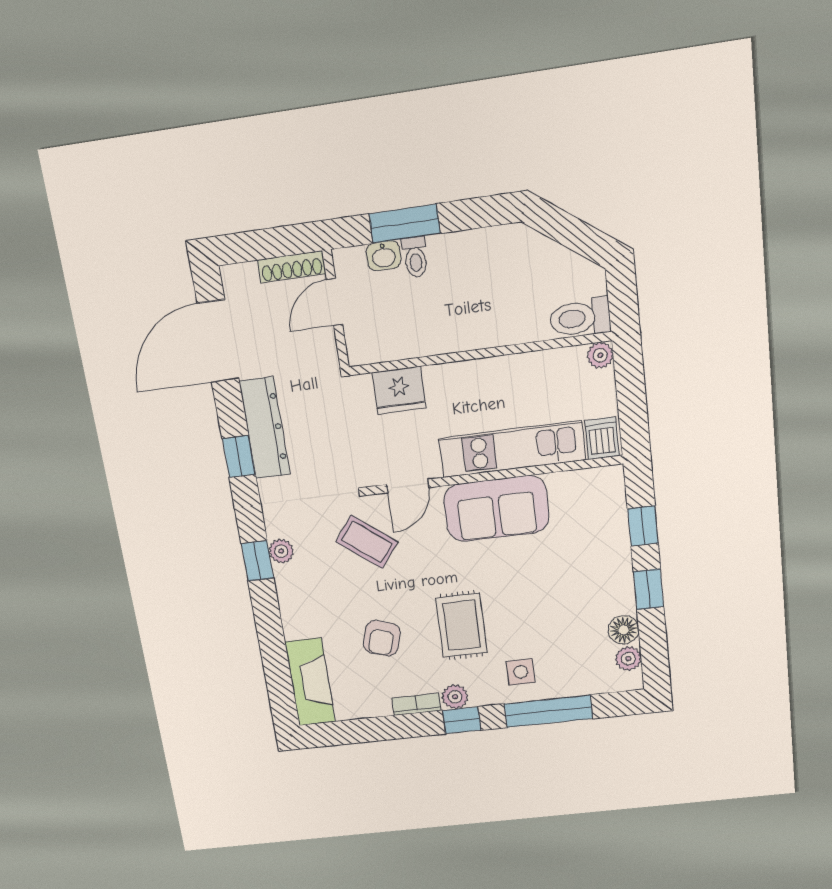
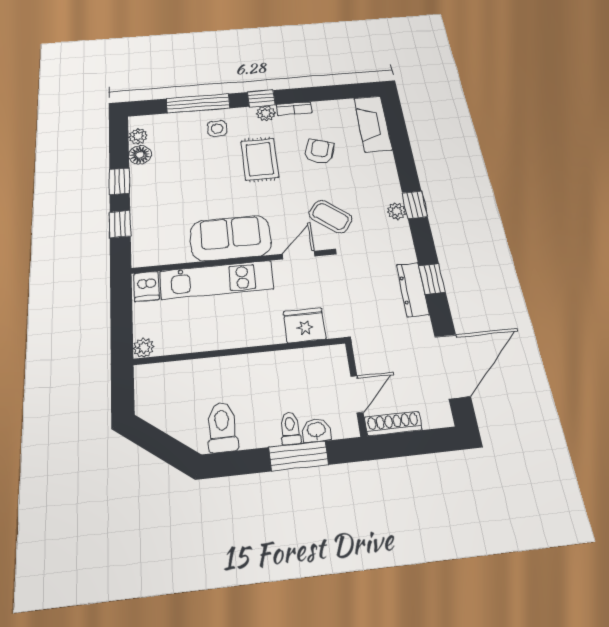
toilet: (580, 318) -> (222, 427), moved, turned -90
dresser: (265, 428) -> (413, 289), width x0.73, depth x0.80

